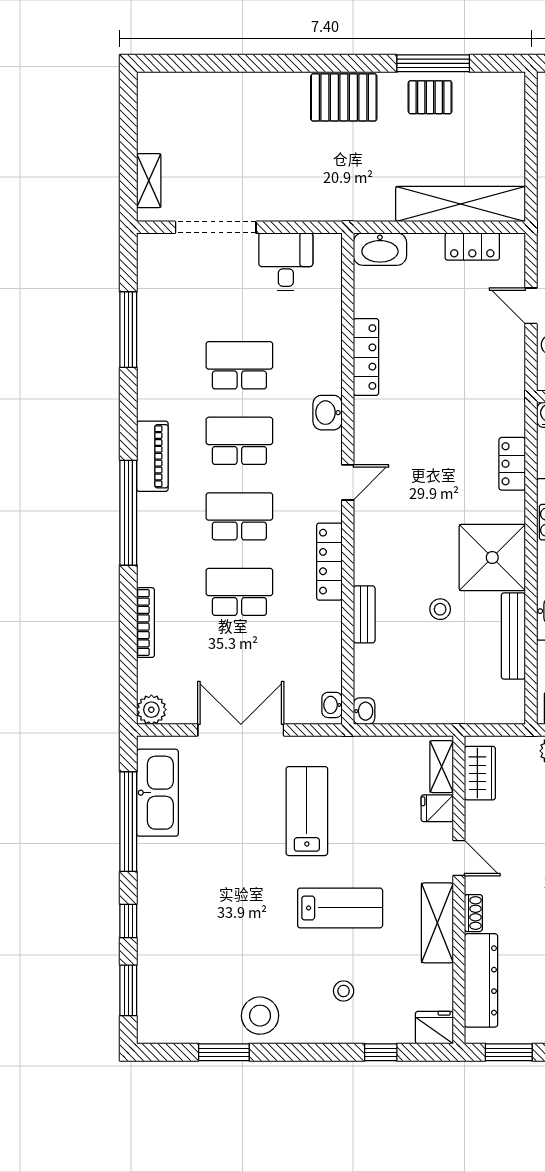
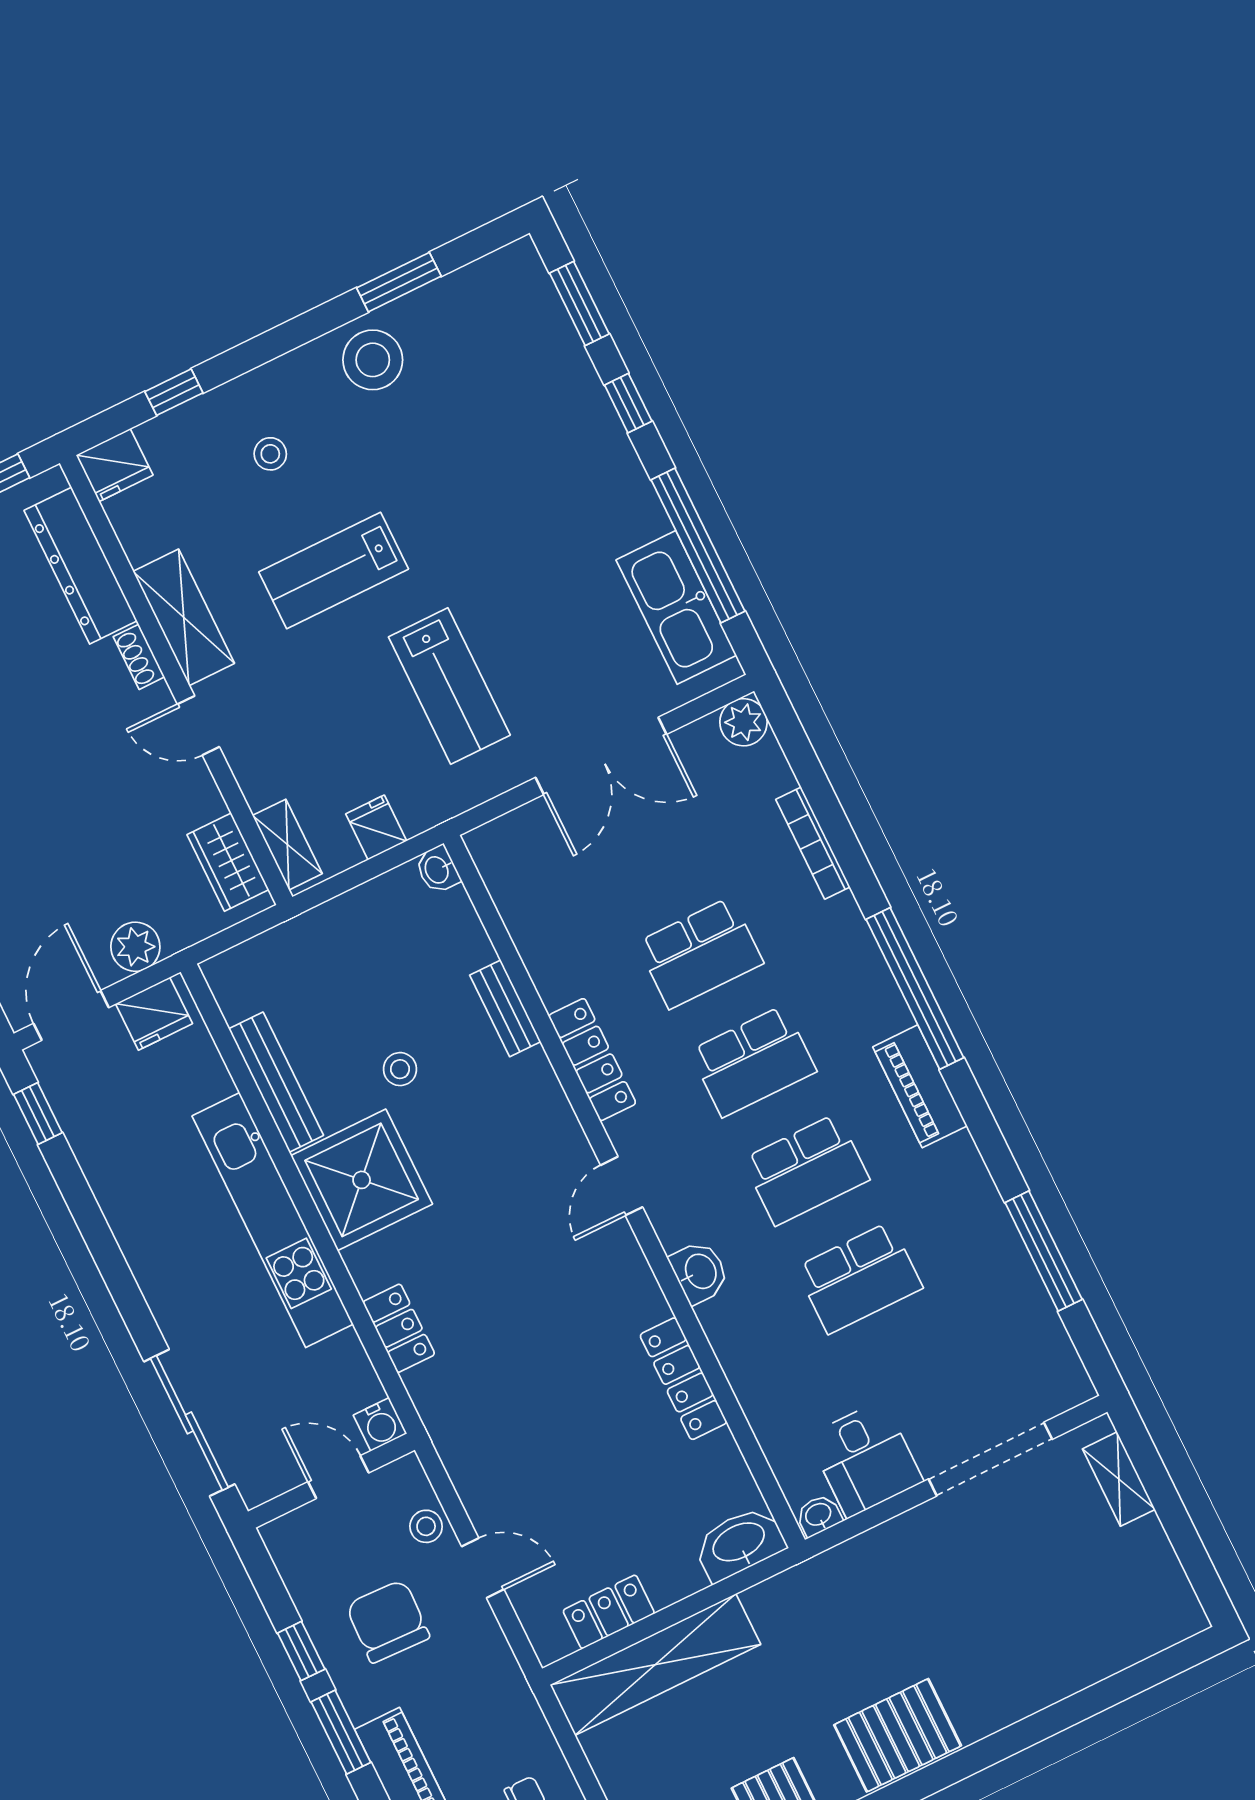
washbasin: (332, 705) -> (819, 1515), moved, turned -90
fridge: (437, 808) -> (376, 828), moved, turned -90

